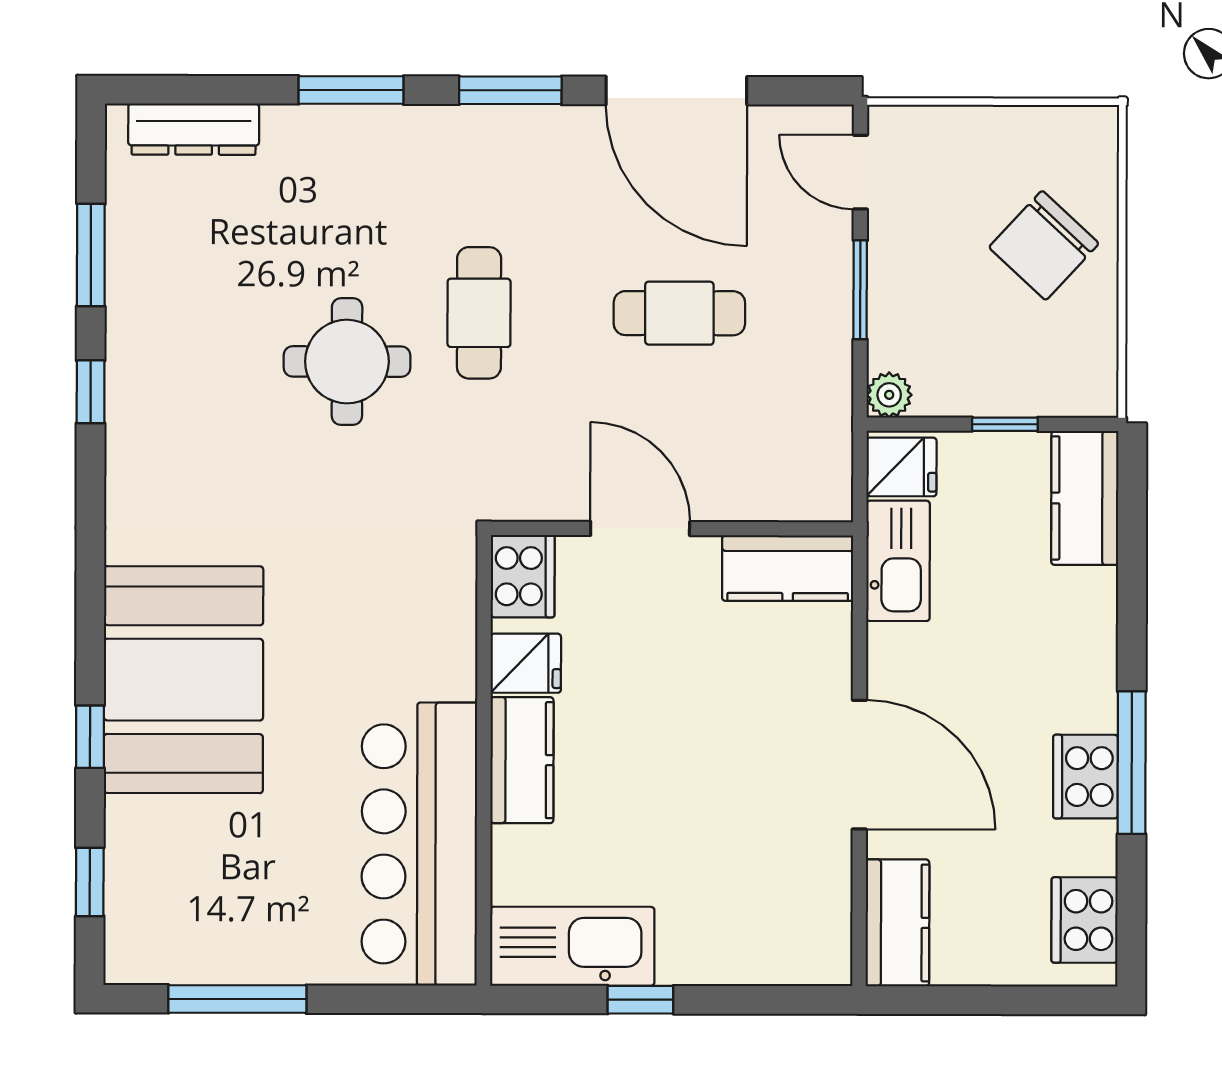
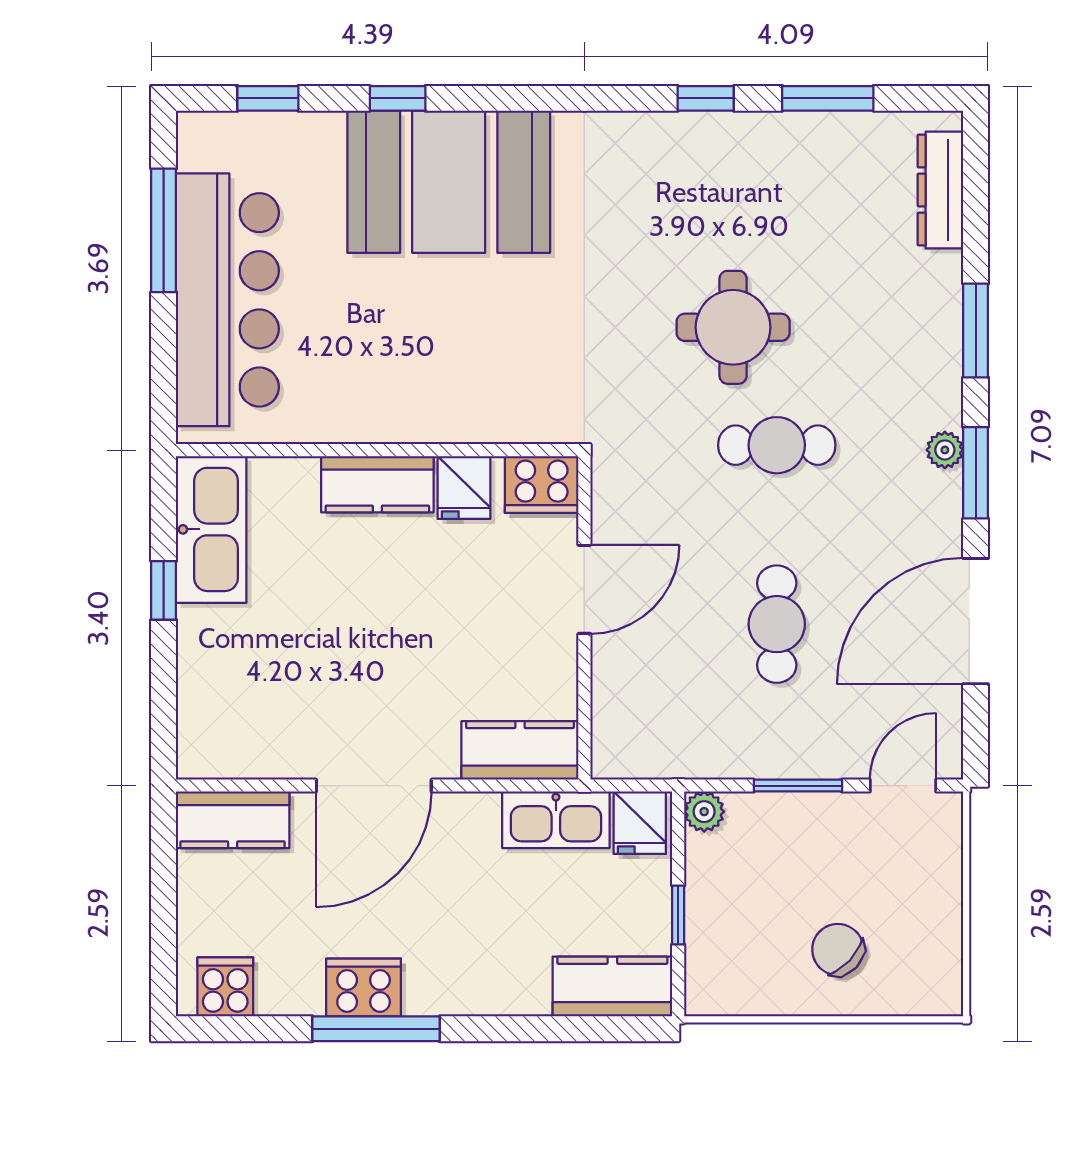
plant: (485, 125) -> (945, 450), added
chair: (1044, 245) -> (838, 950), width x0.73, depth x0.73
kitchen counter: (788, 568) -> (520, 750), moved, turned 90
bar counter: (419, 844) -> (227, 300), moved, turned 90
cooker: (1085, 920) -> (225, 987), width x0.73

